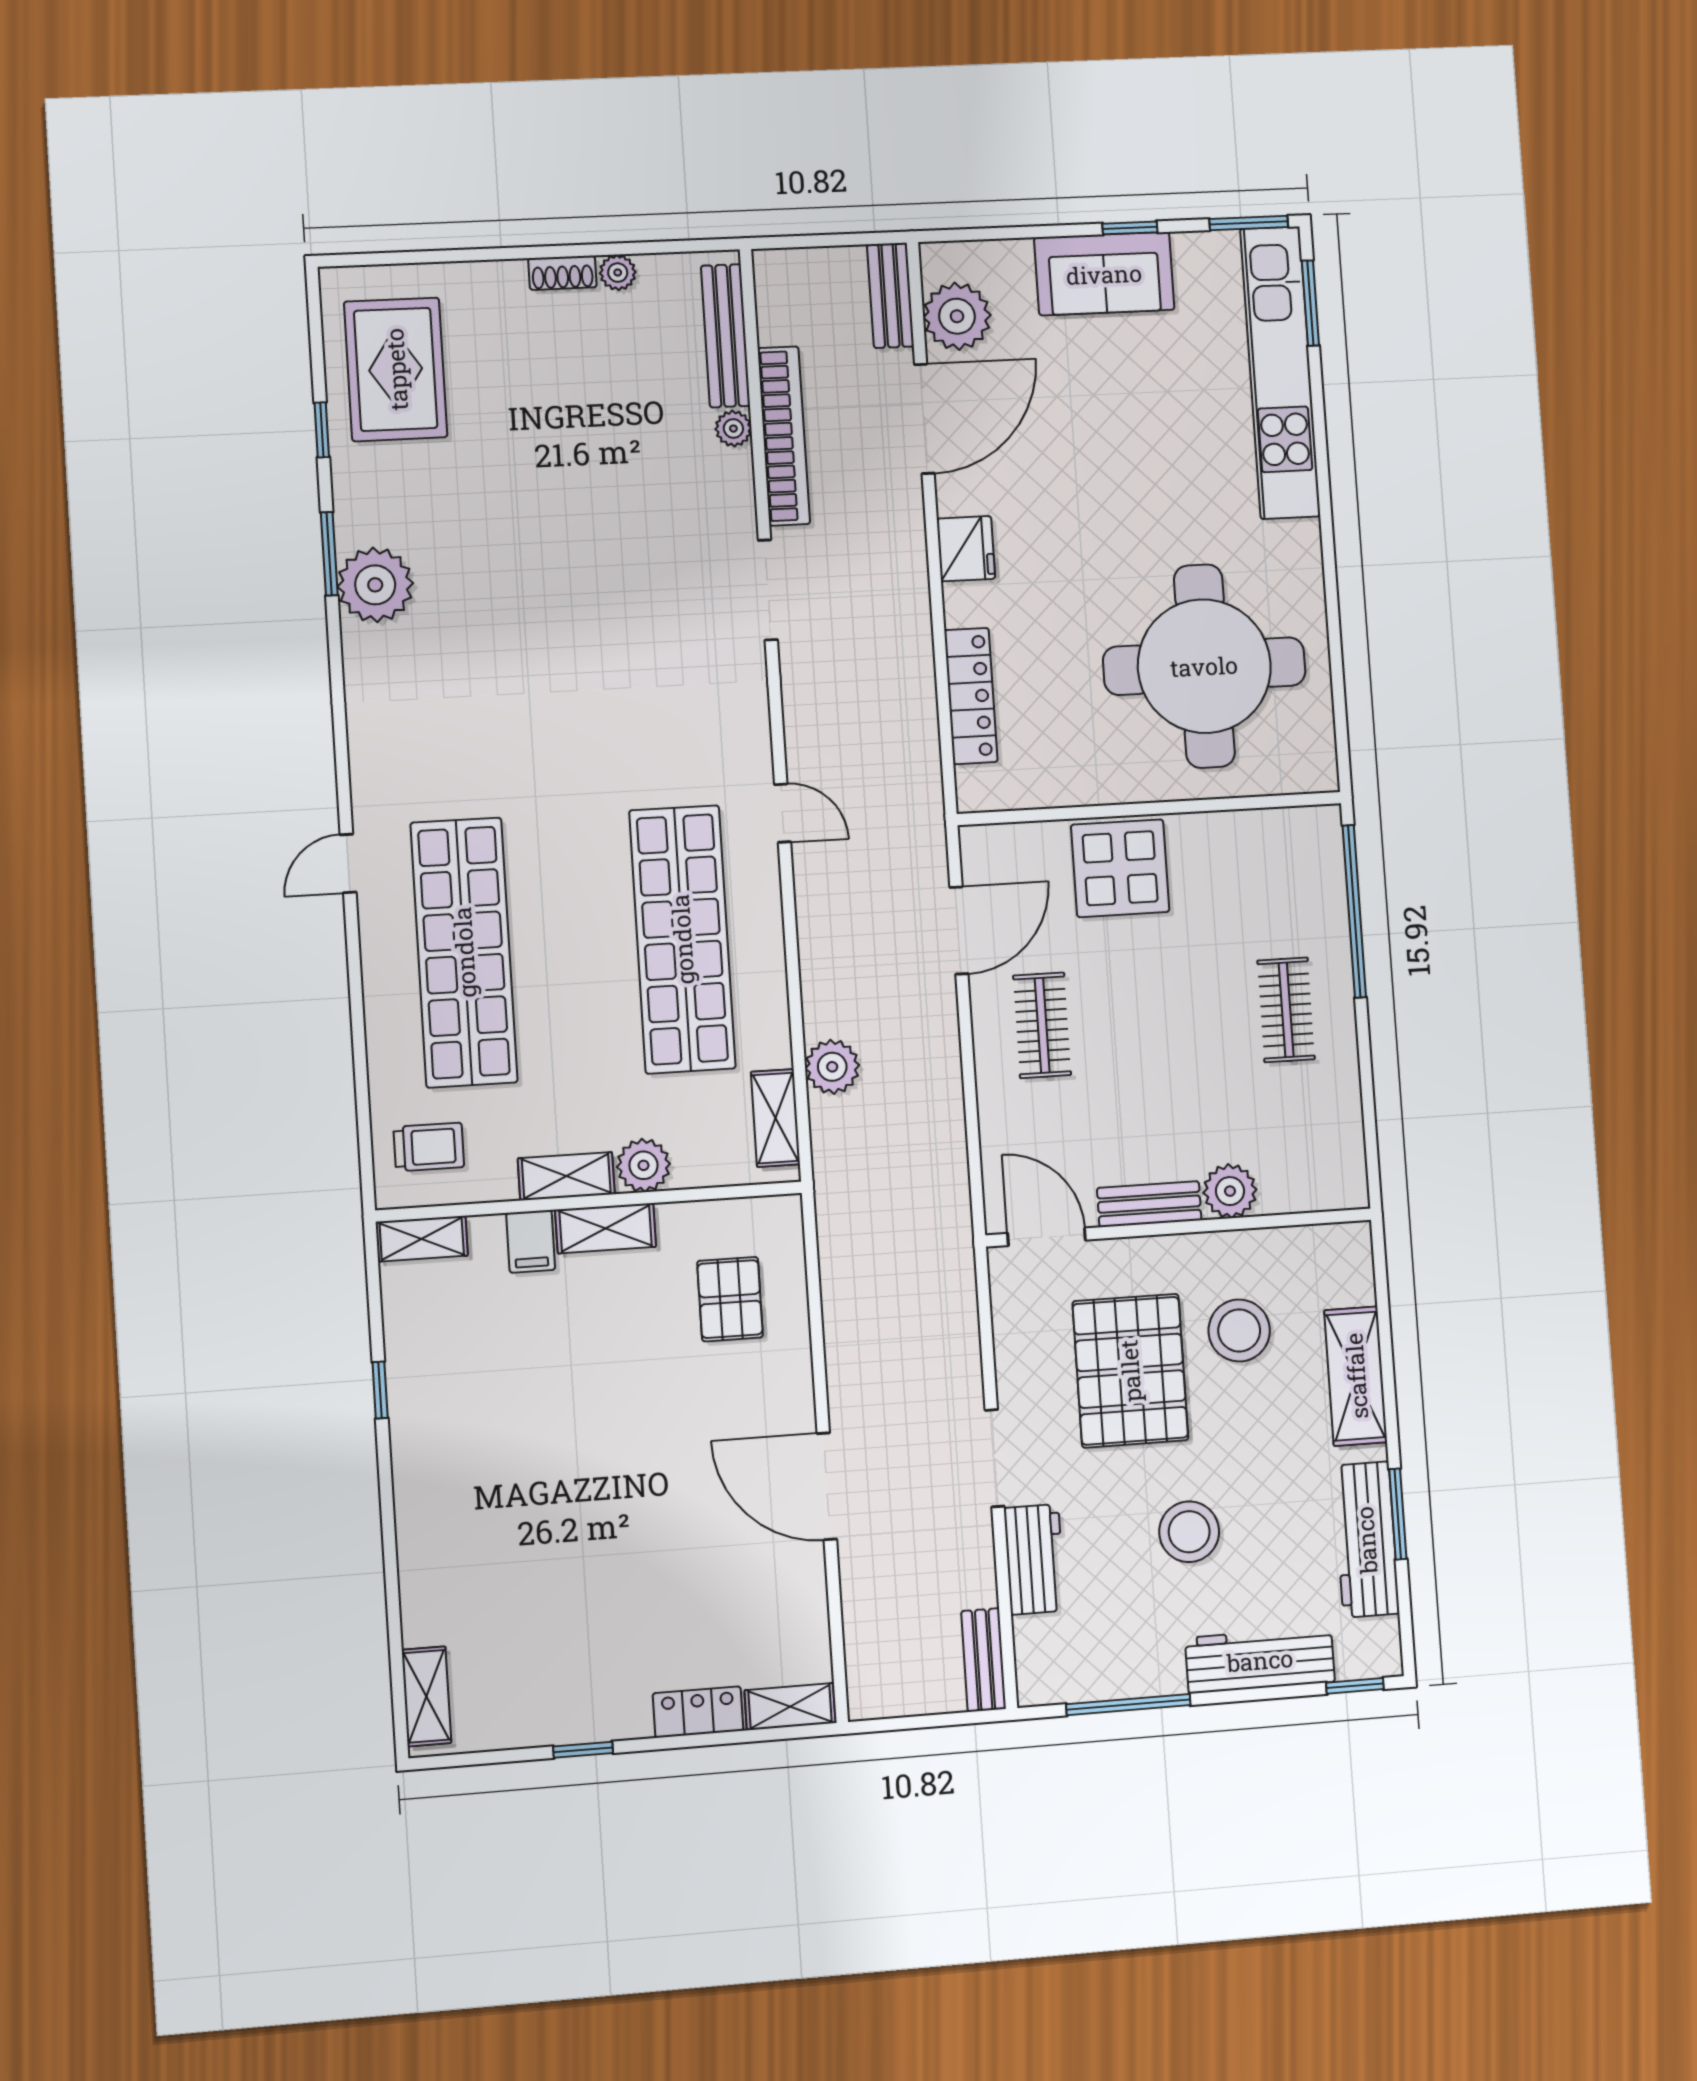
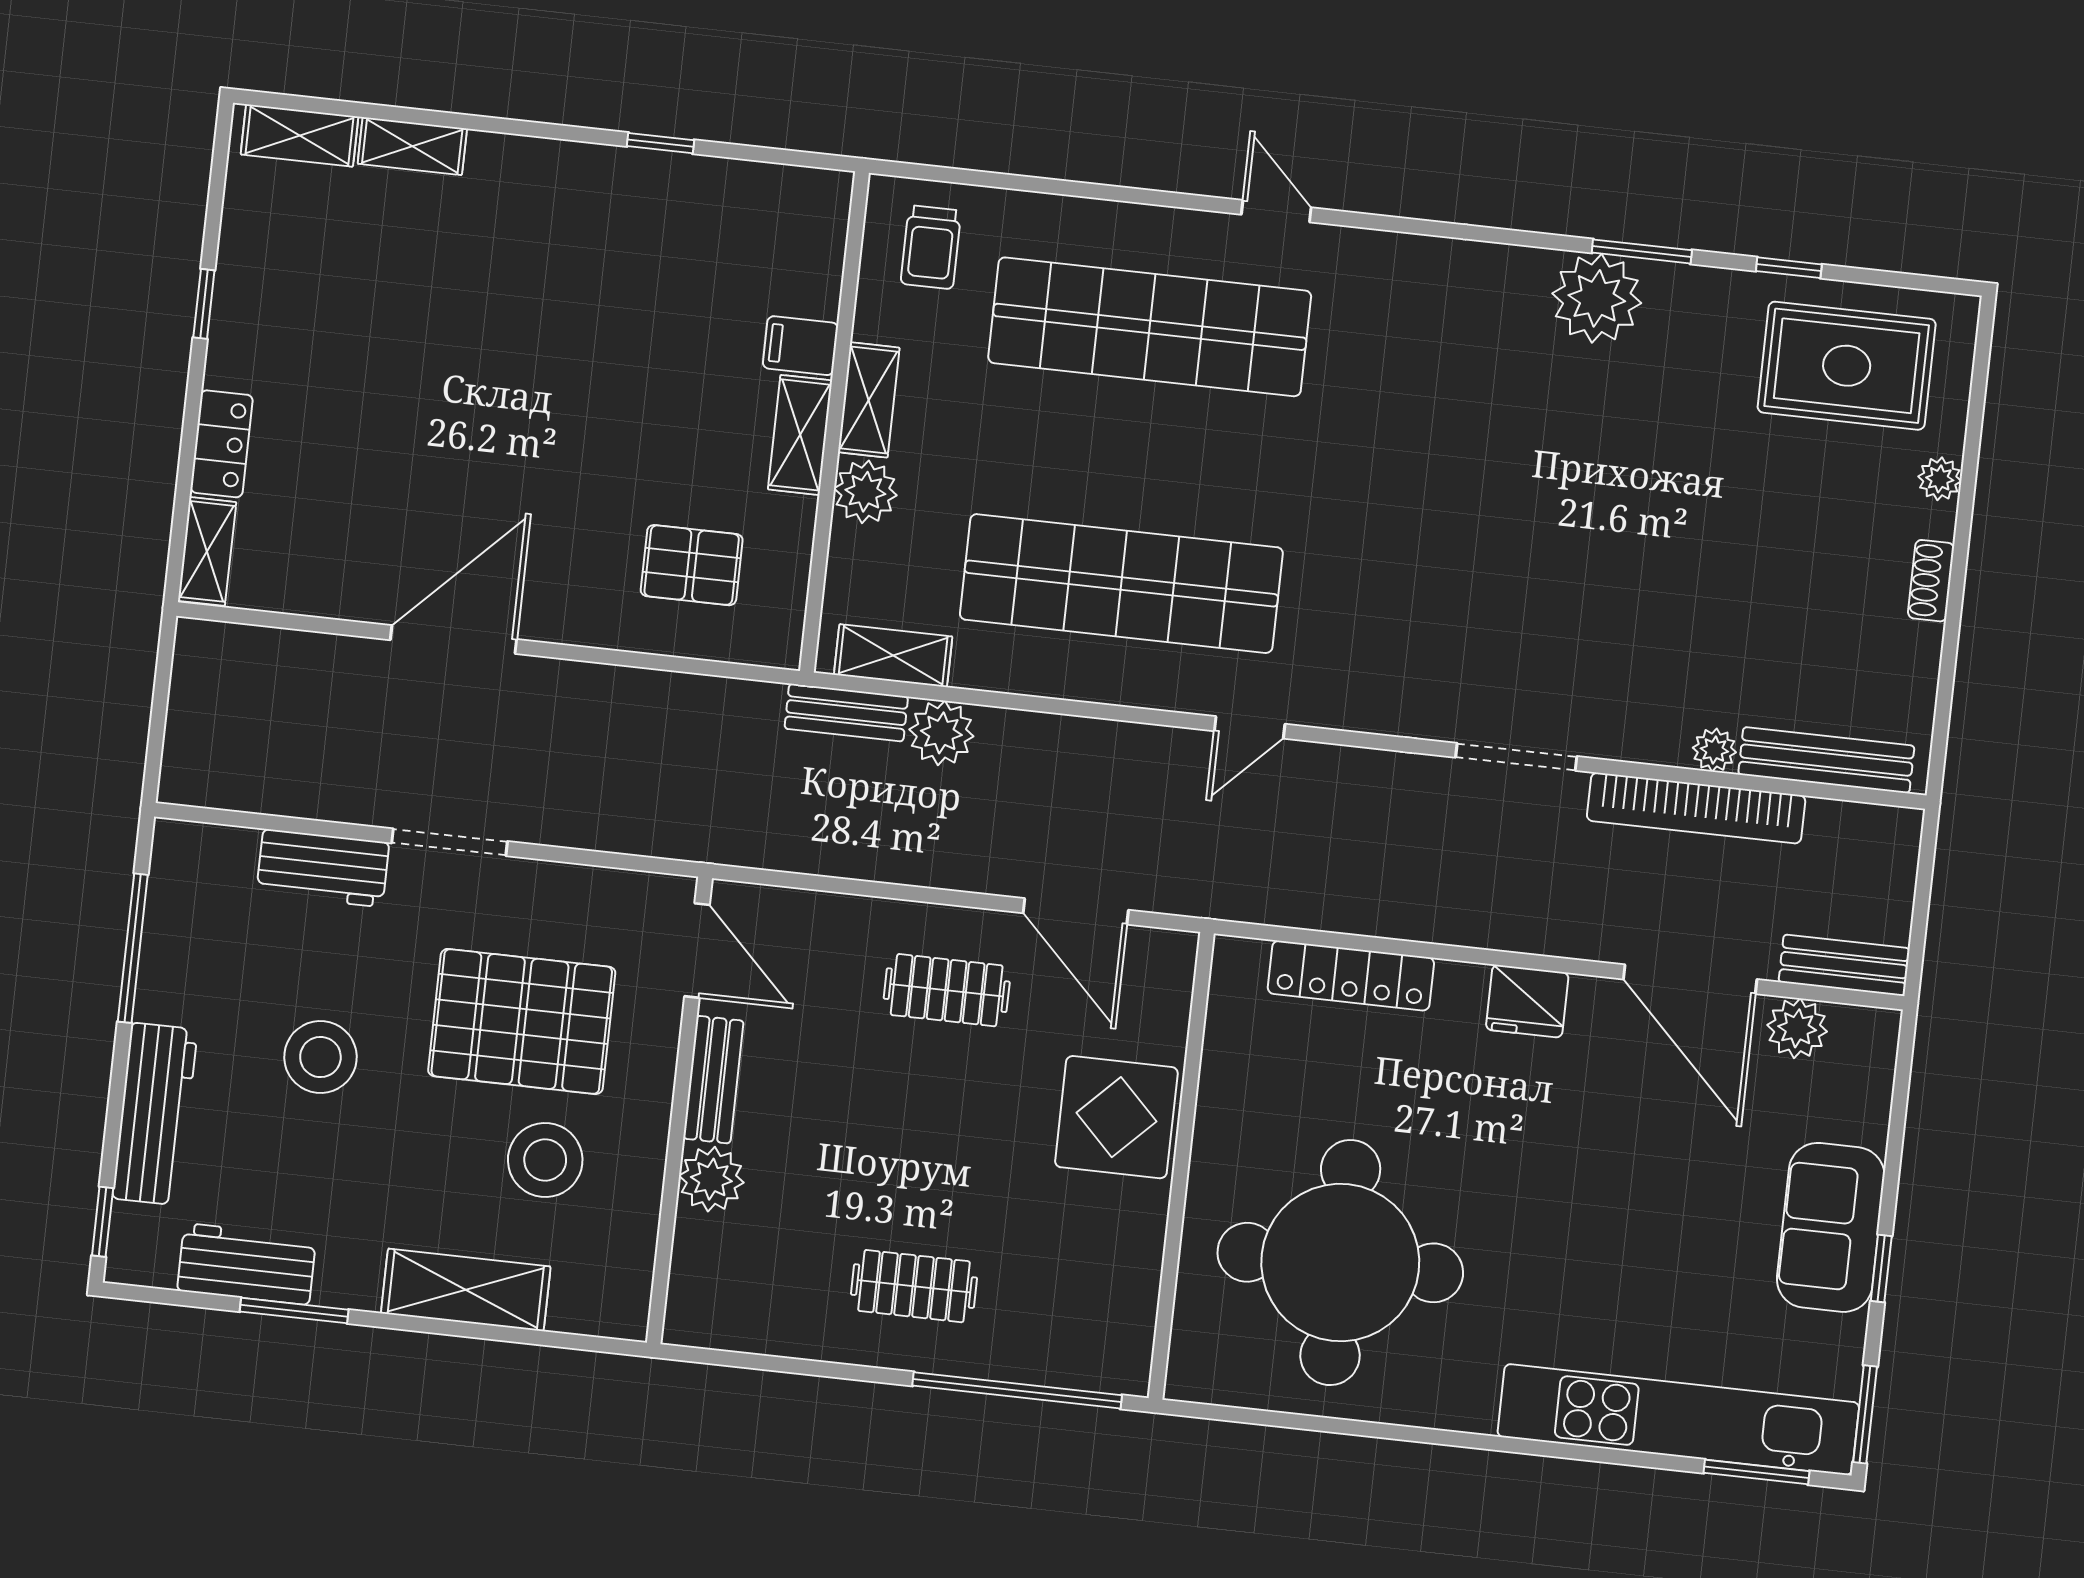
plant: (618, 273) -> (1940, 479), moved
plant: (957, 316) -> (1797, 1028), width x0.73, depth x0.73
door: (1047, 1237) -> (697, 951), hinge flipped
shelving: (422, 1239) -> (412, 146), moved, turned 90
workbench: (1366, 1540) -> (247, 1264), width x0.73
bench: (984, 1660) -> (846, 713), moved

